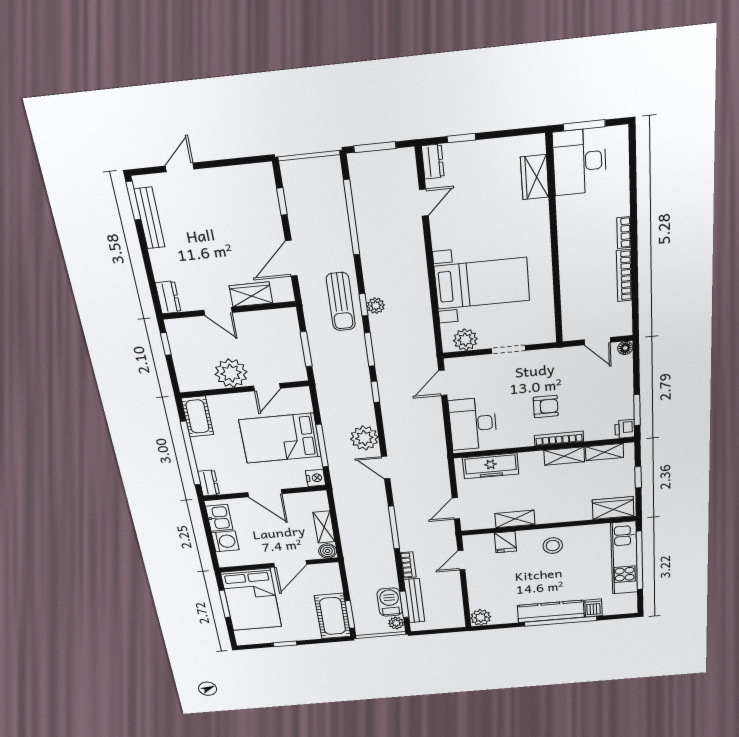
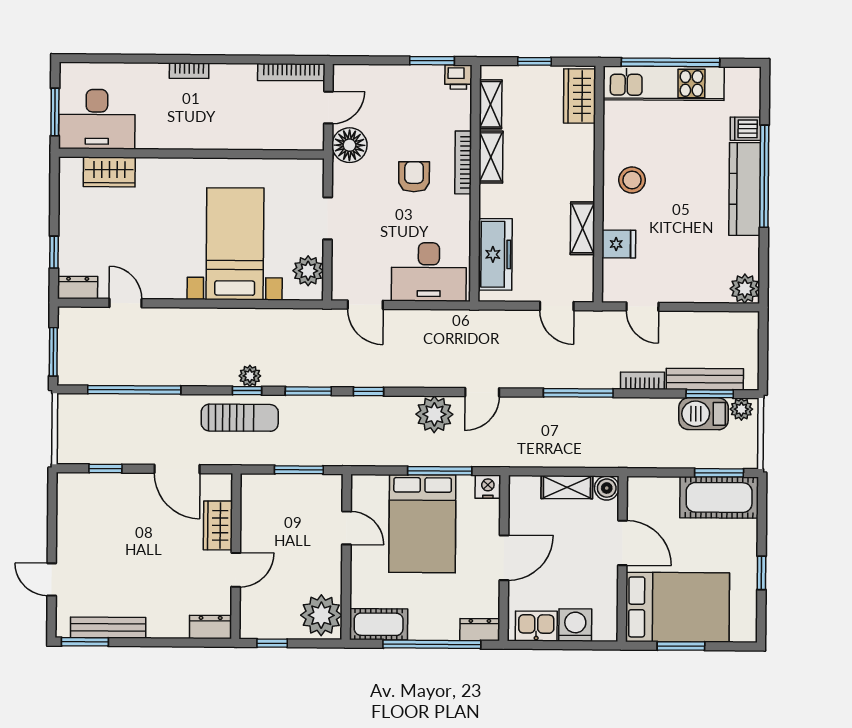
bookcase: (624, 276) -> (291, 72), moved
floor lamp: (625, 348) -> (350, 145), moved, width x1.89, depth x1.89
plant: (231, 373) -> (321, 615), moved

